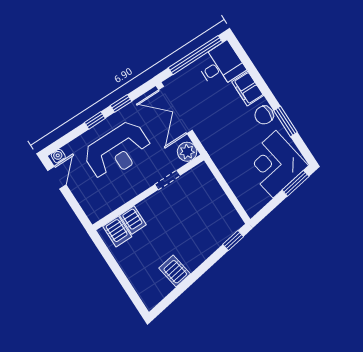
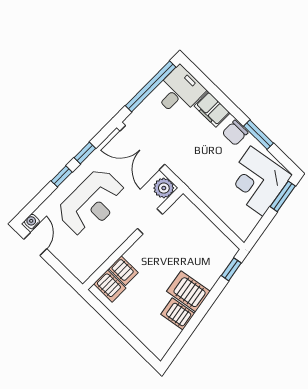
server rack: (189, 252) -> (188, 291), added

